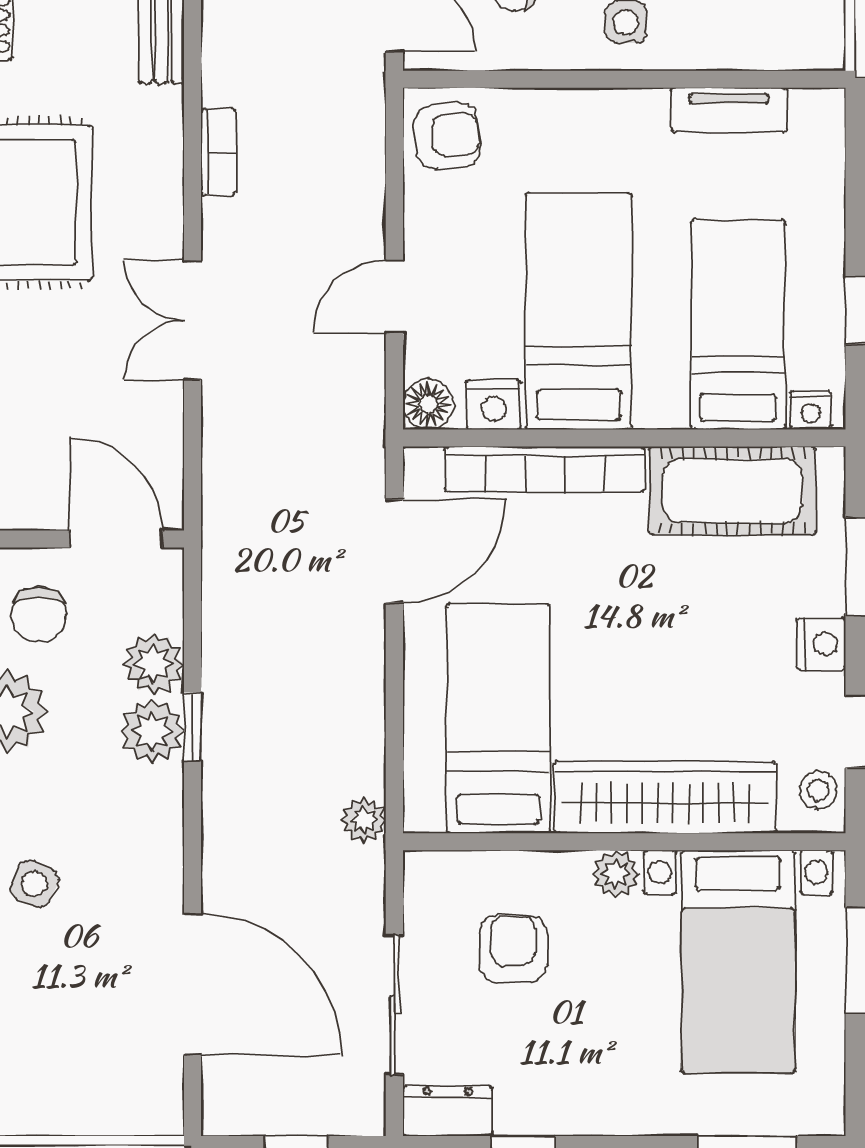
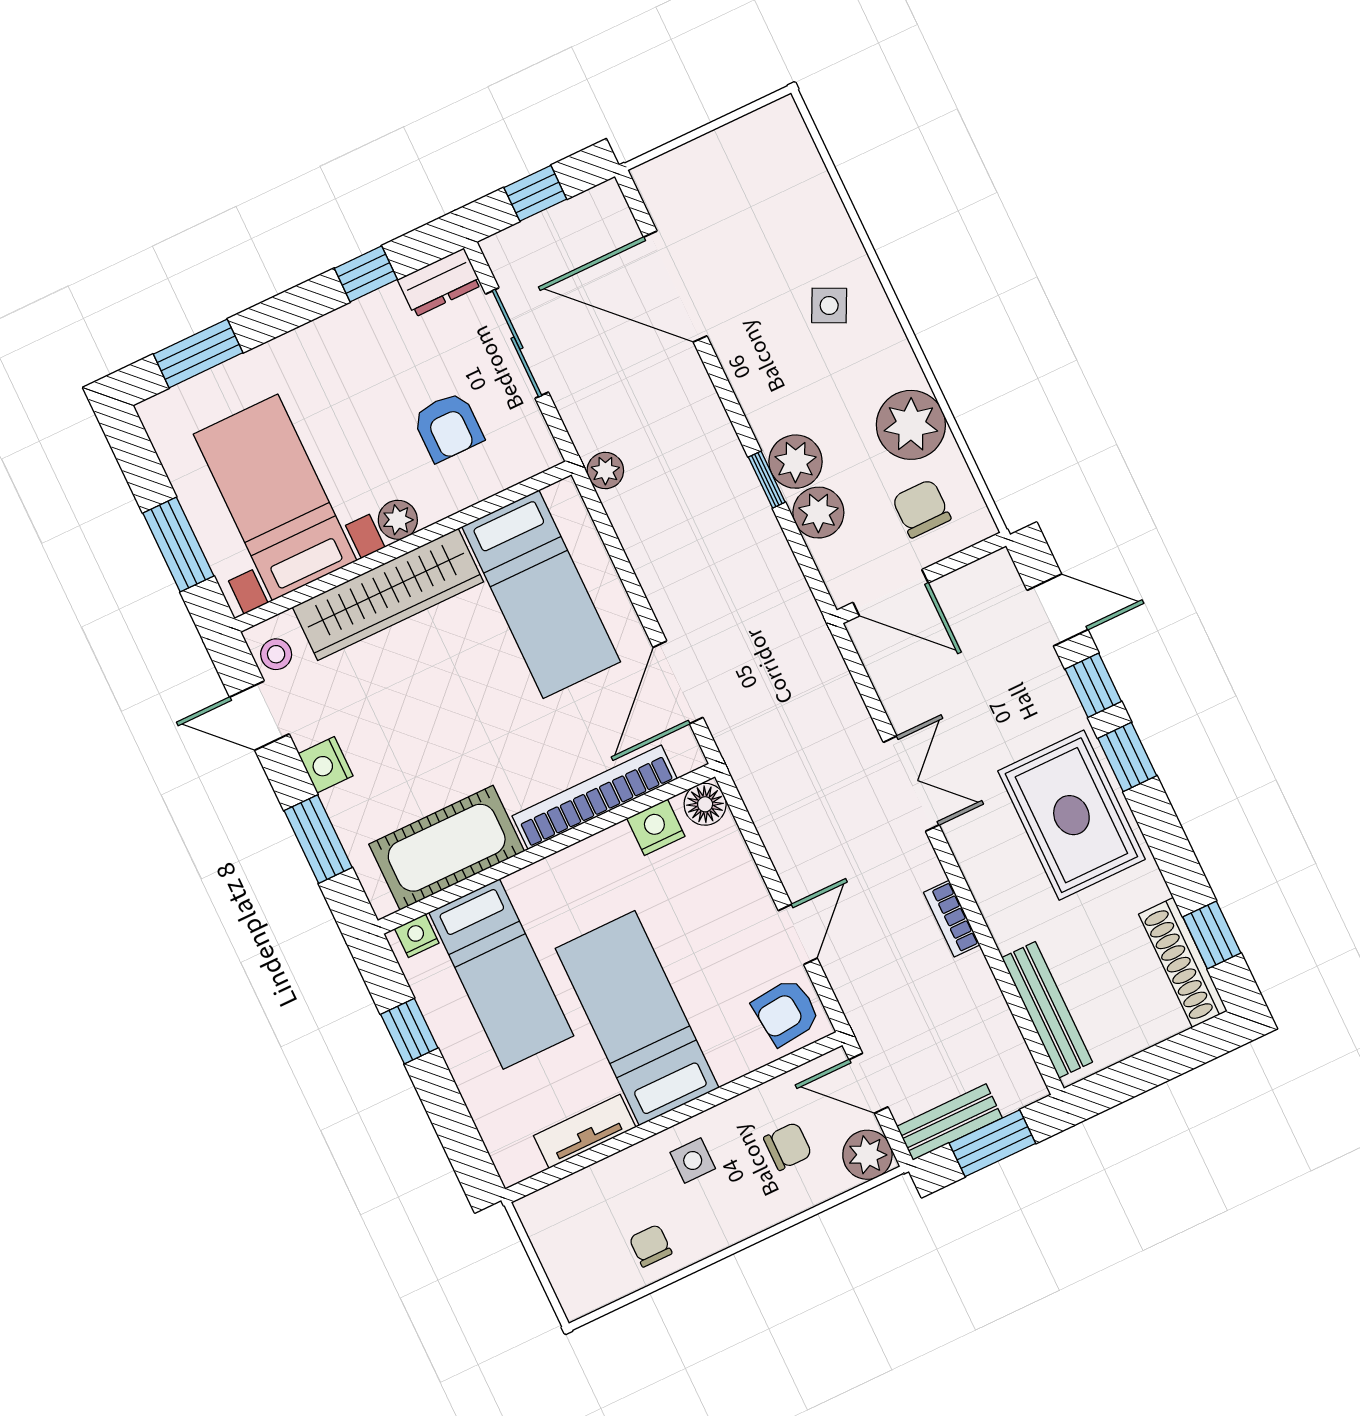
door: (394, 296) -> (798, 934), moved
bed: (579, 311) -> (637, 1018), moved, turned 180

